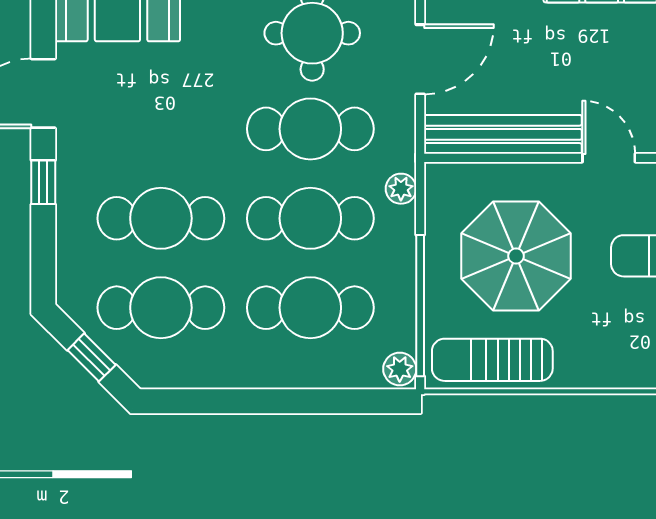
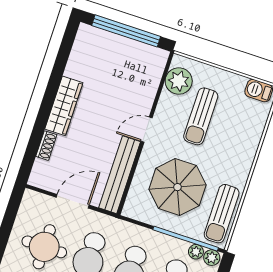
door: (420, 59) -> (73, 201), hinge flipped
plant: (401, 189) -> (196, 252), moved

